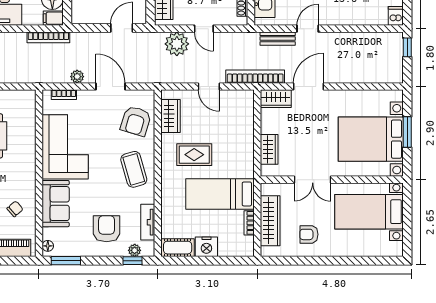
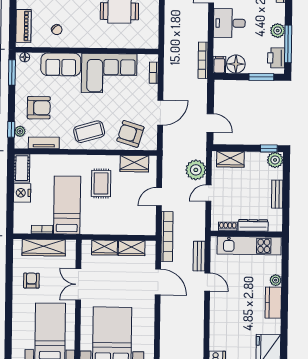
plant: (77, 77) -> (169, 84), removed
wardrobe: (276, 99) -> (132, 248), moved, turned -90

